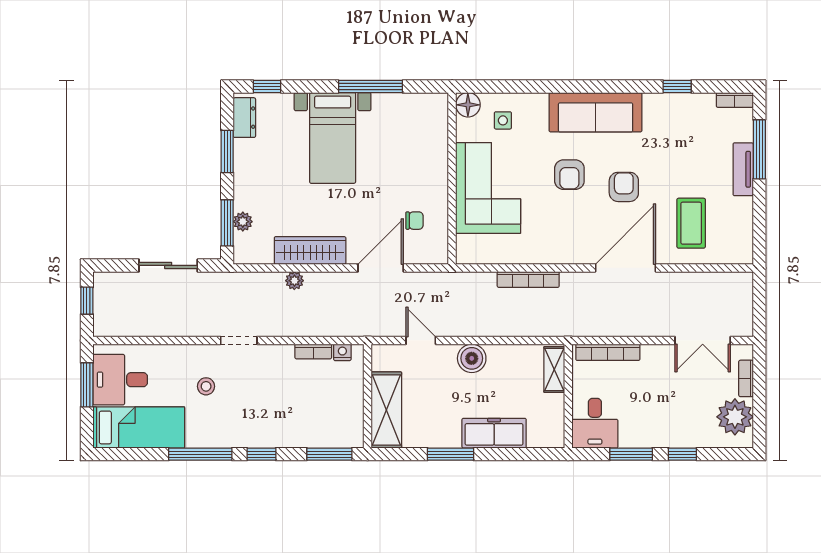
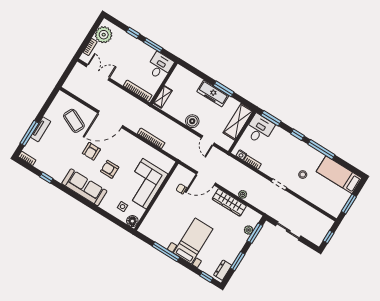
armchair: (569, 175) -> (110, 169), turned -90
coffee table: (691, 223) -> (74, 121), turned -65
desk: (120, 380) -> (259, 129), moved, turned -90
freezer: (494, 433) -> (213, 94), moved

